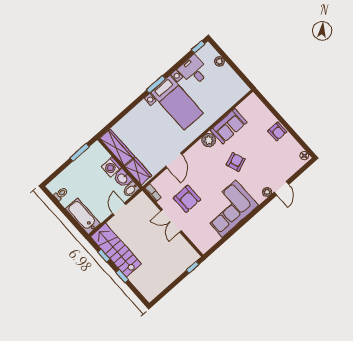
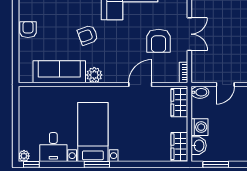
plant: (219, 61) -> (24, 156), moved
sofa: (229, 126) -> (59, 72), width x1.36
wardrobe: (117, 147) -> (179, 147), width x0.67
washbasin: (123, 178) -> (199, 146), moved
armchair: (187, 199) -> (159, 41), turned 180

